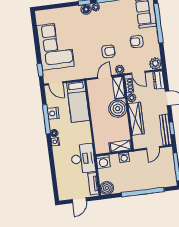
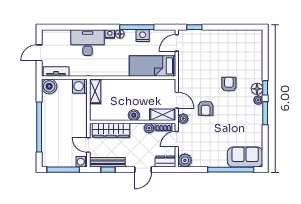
armchair: (137, 42) -> (229, 84), moved
corner sofa: (55, 46) -> (220, 48), removed
boiler: (118, 109) -> (134, 115), width x0.54, depth x0.54
wardrobe: (136, 119) -> (111, 130), moved
shelving: (120, 146) -> (95, 91), moved
washing machine: (124, 158) -> (82, 162), moved
desk: (83, 159) -> (88, 43), moved, turned 180
door: (79, 200) -> (39, 53), hinge flipped

